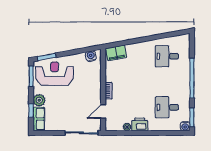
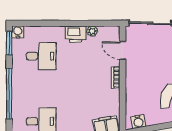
door: (103, 112) -> (123, 51), swing flipped

